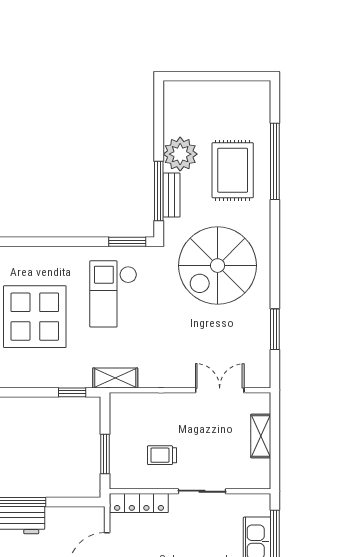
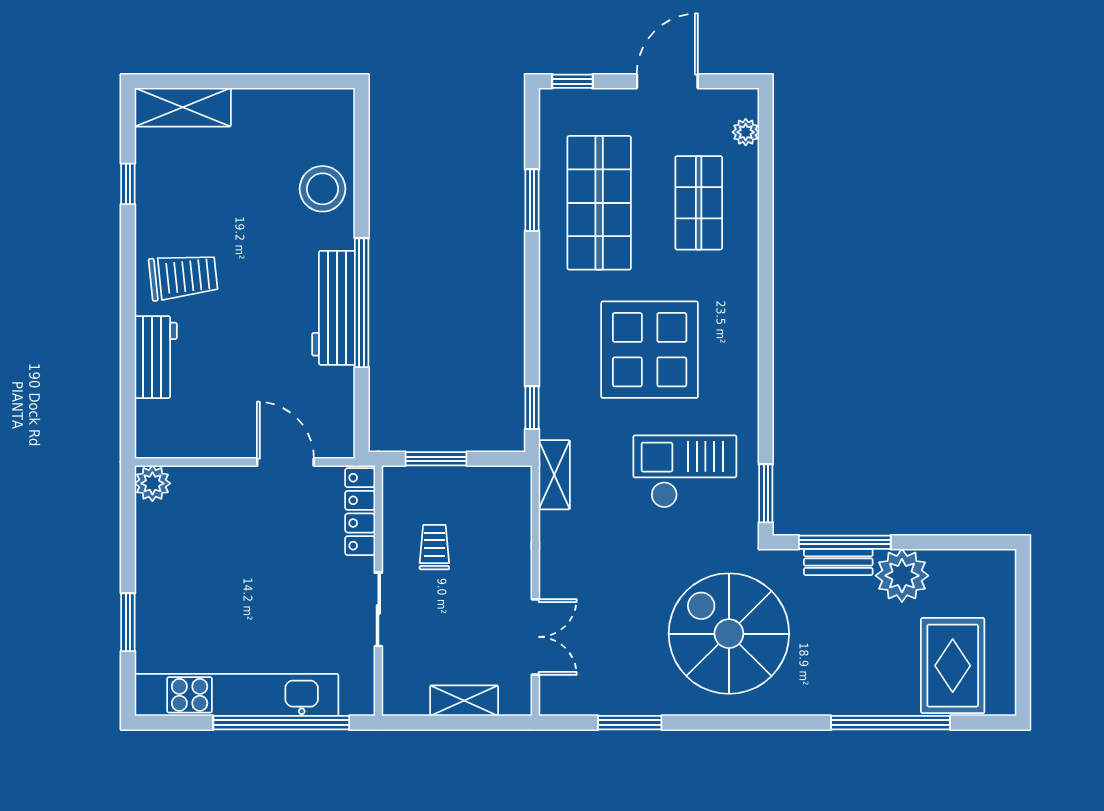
rug: (233, 170) -> (953, 666), moved, turned 90

